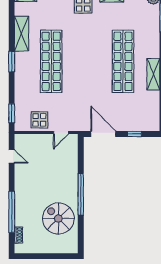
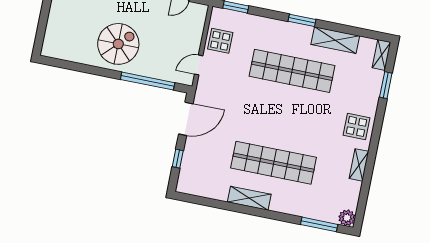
door: (61, 133) -> (199, 65), hinge flipped
window: (81, 194) -> (148, 81), moved
spiral stairs: (58, 219) -> (118, 44), moved

